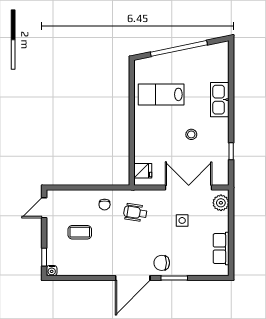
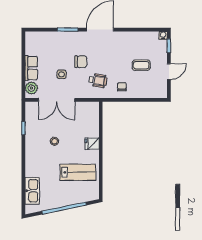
kitchen sink: (220, 100) -> (32, 191), moved
fridge: (143, 171) -> (92, 144), moved
door: (44, 208) -> (169, 72), moved
row of seats: (221, 249) -> (31, 68), moved
chair: (162, 263) -> (81, 62), moved

